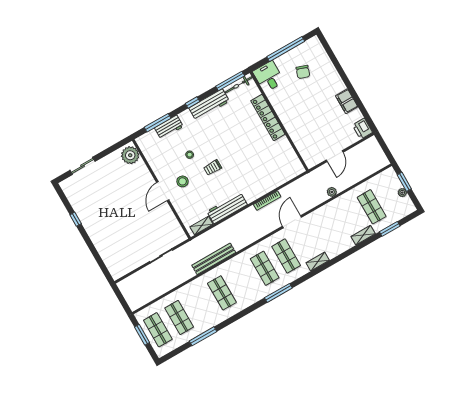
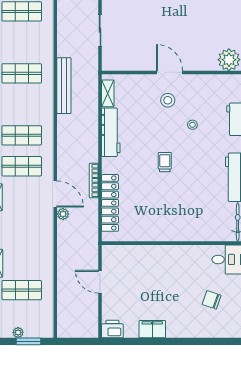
locker: (268, 118) -> (110, 203), moved, turned 90
trolley: (213, 167) -> (165, 162), moved
plant: (332, 192) -> (63, 214), moved

